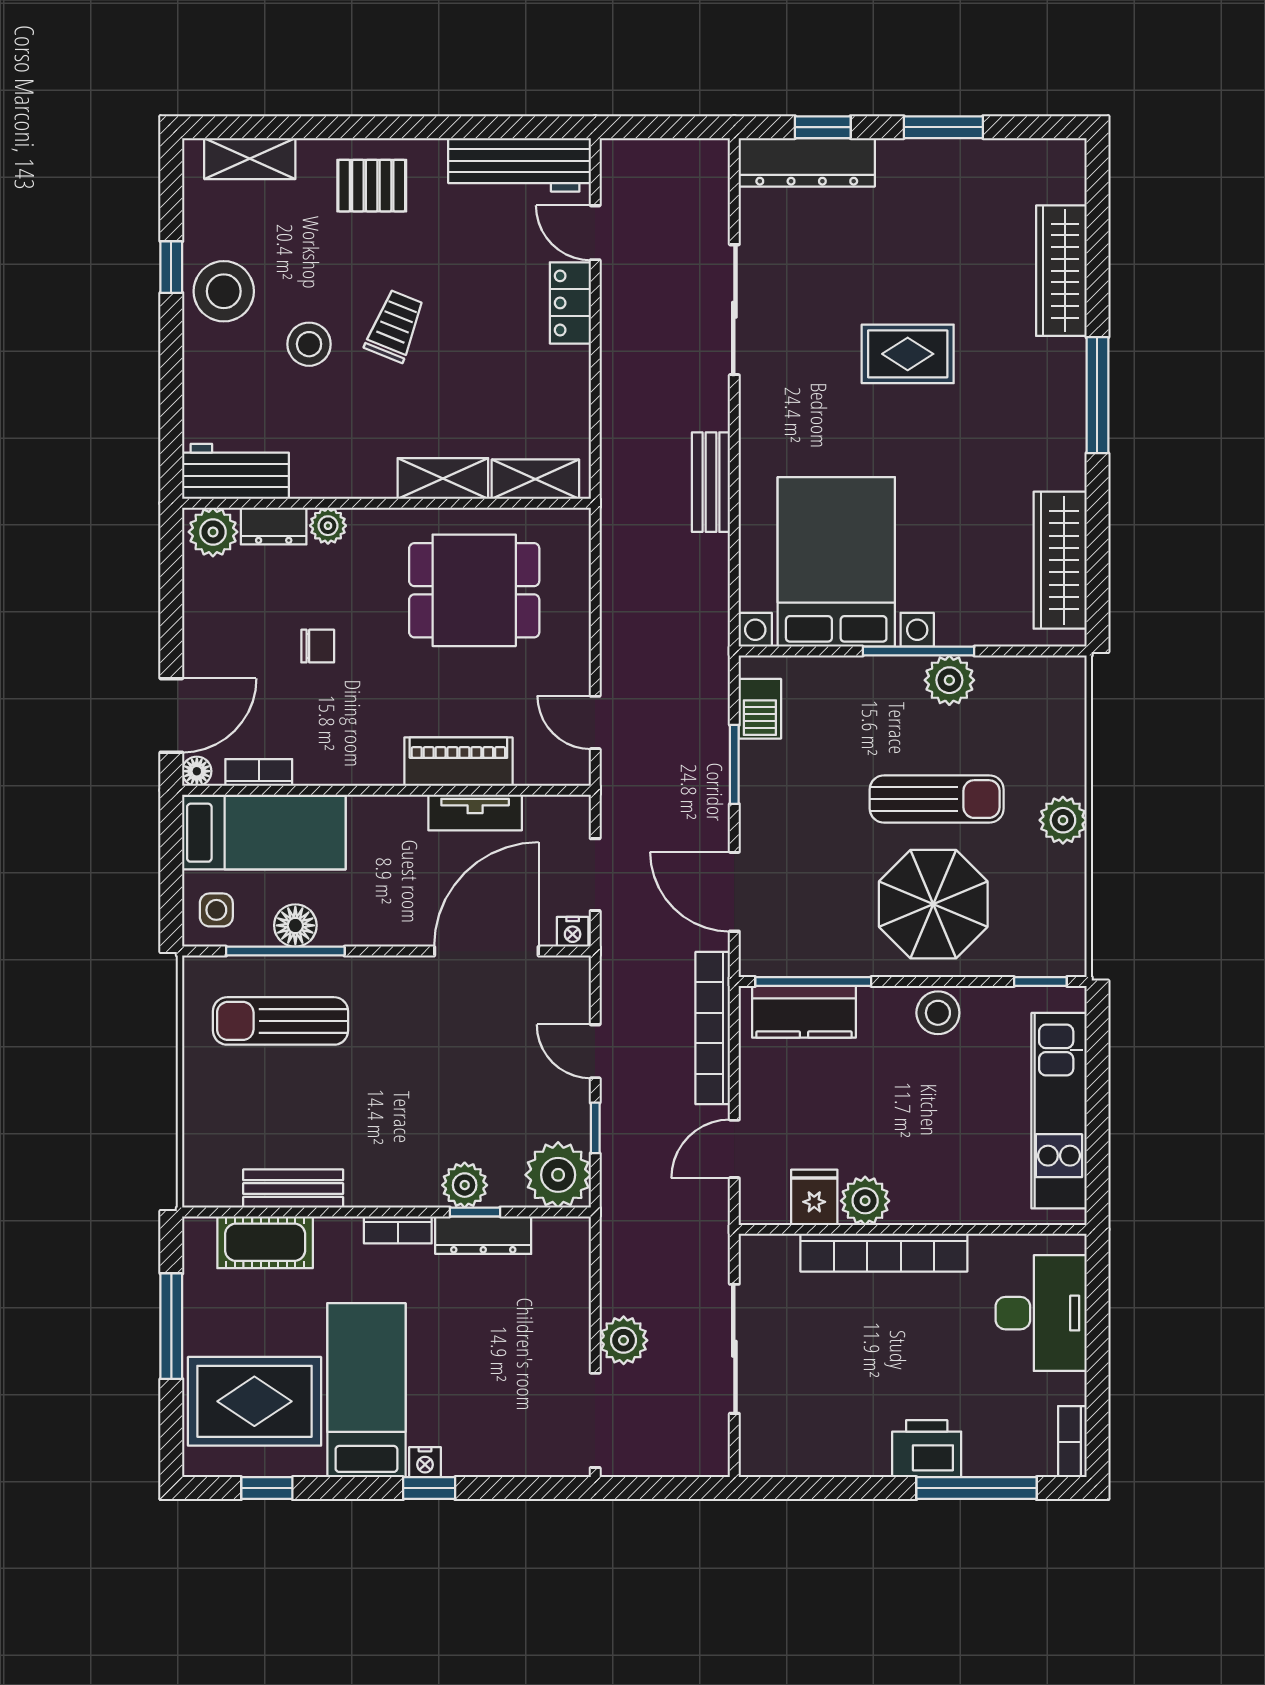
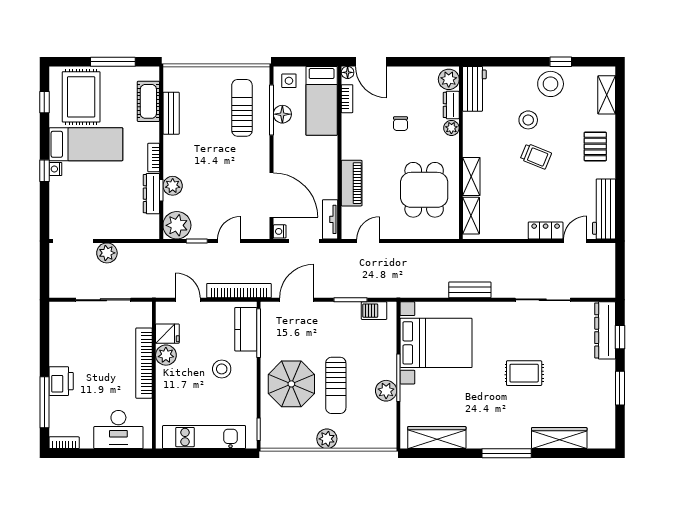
rug: (908, 354) -> (524, 373), turned 90
tv unit: (475, 812) -> (330, 219), moved
stool: (938, 1013) -> (222, 369), moved

